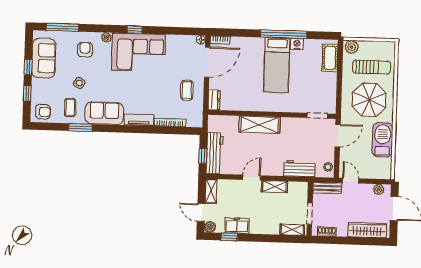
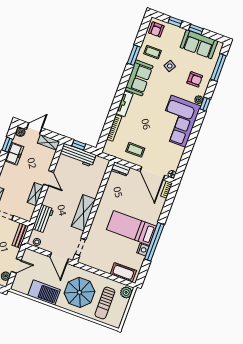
window: (135, 30) -> (205, 104), moved
shelving: (260, 125) -> (83, 213), moved
door: (351, 181) -> (16, 266), moved

